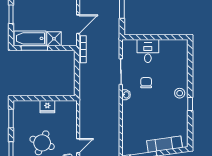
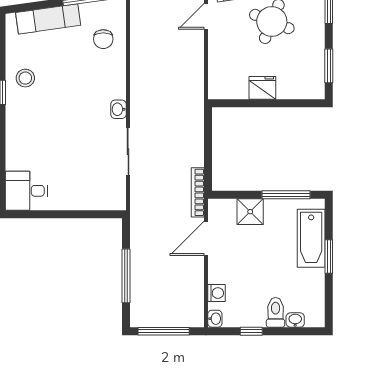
bathtub: (30, 38) -> (311, 238), moved, turned 90
desk: (148, 51) -> (26, 191), moved, turned 90
chair: (146, 83) -> (103, 39), moved
stool: (180, 93) -> (25, 78), moved

